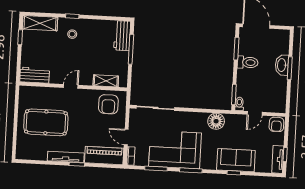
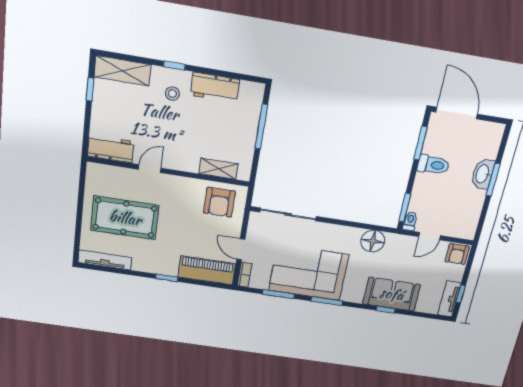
workbench: (122, 36) -> (215, 87), moved, turned -90
door: (71, 86) -> (150, 169), moved
tv unit: (66, 157) -> (105, 260), moved

